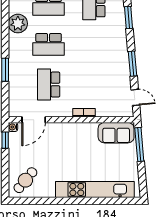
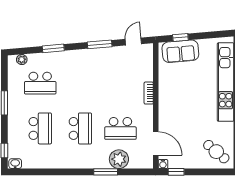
plant: (18, 24) -> (119, 159), moved
sofa: (116, 133) -> (180, 51), moved, turned 85
window: (139, 144) -> (180, 38), width x0.46

